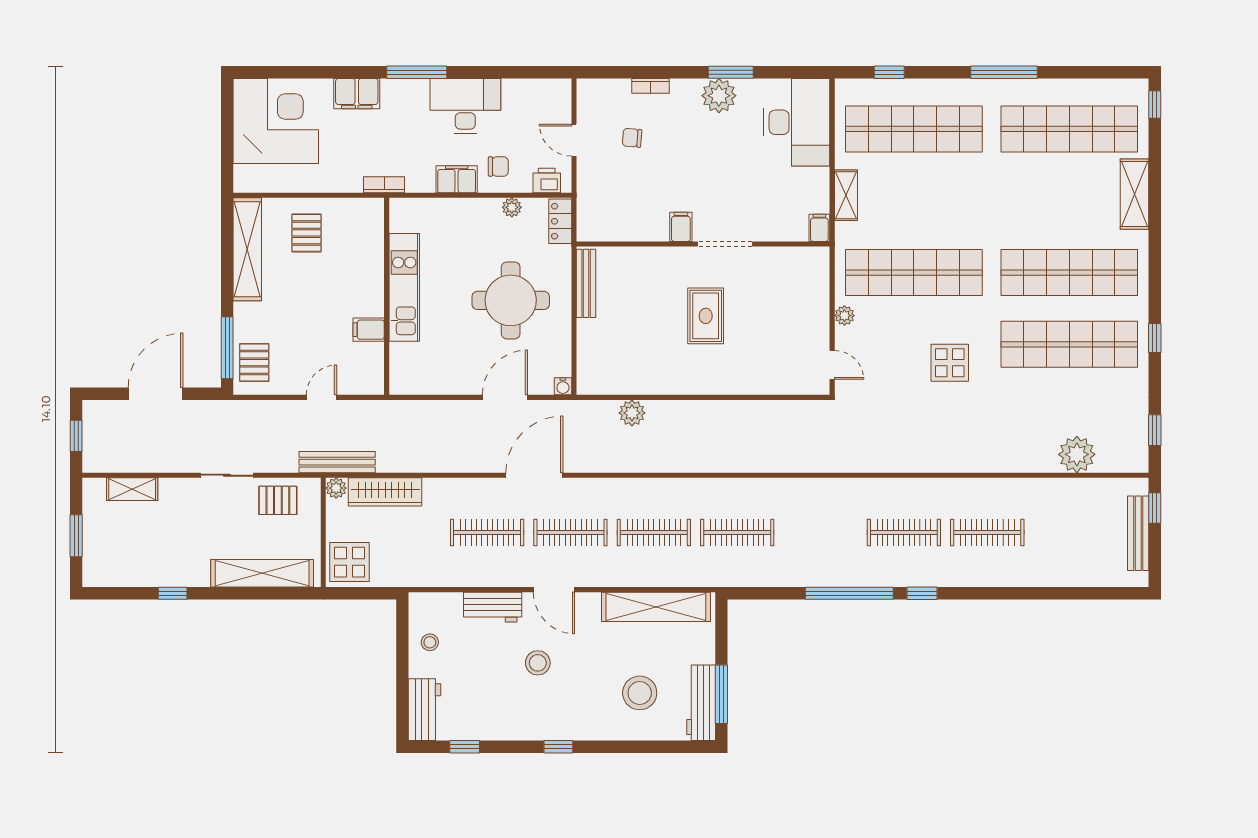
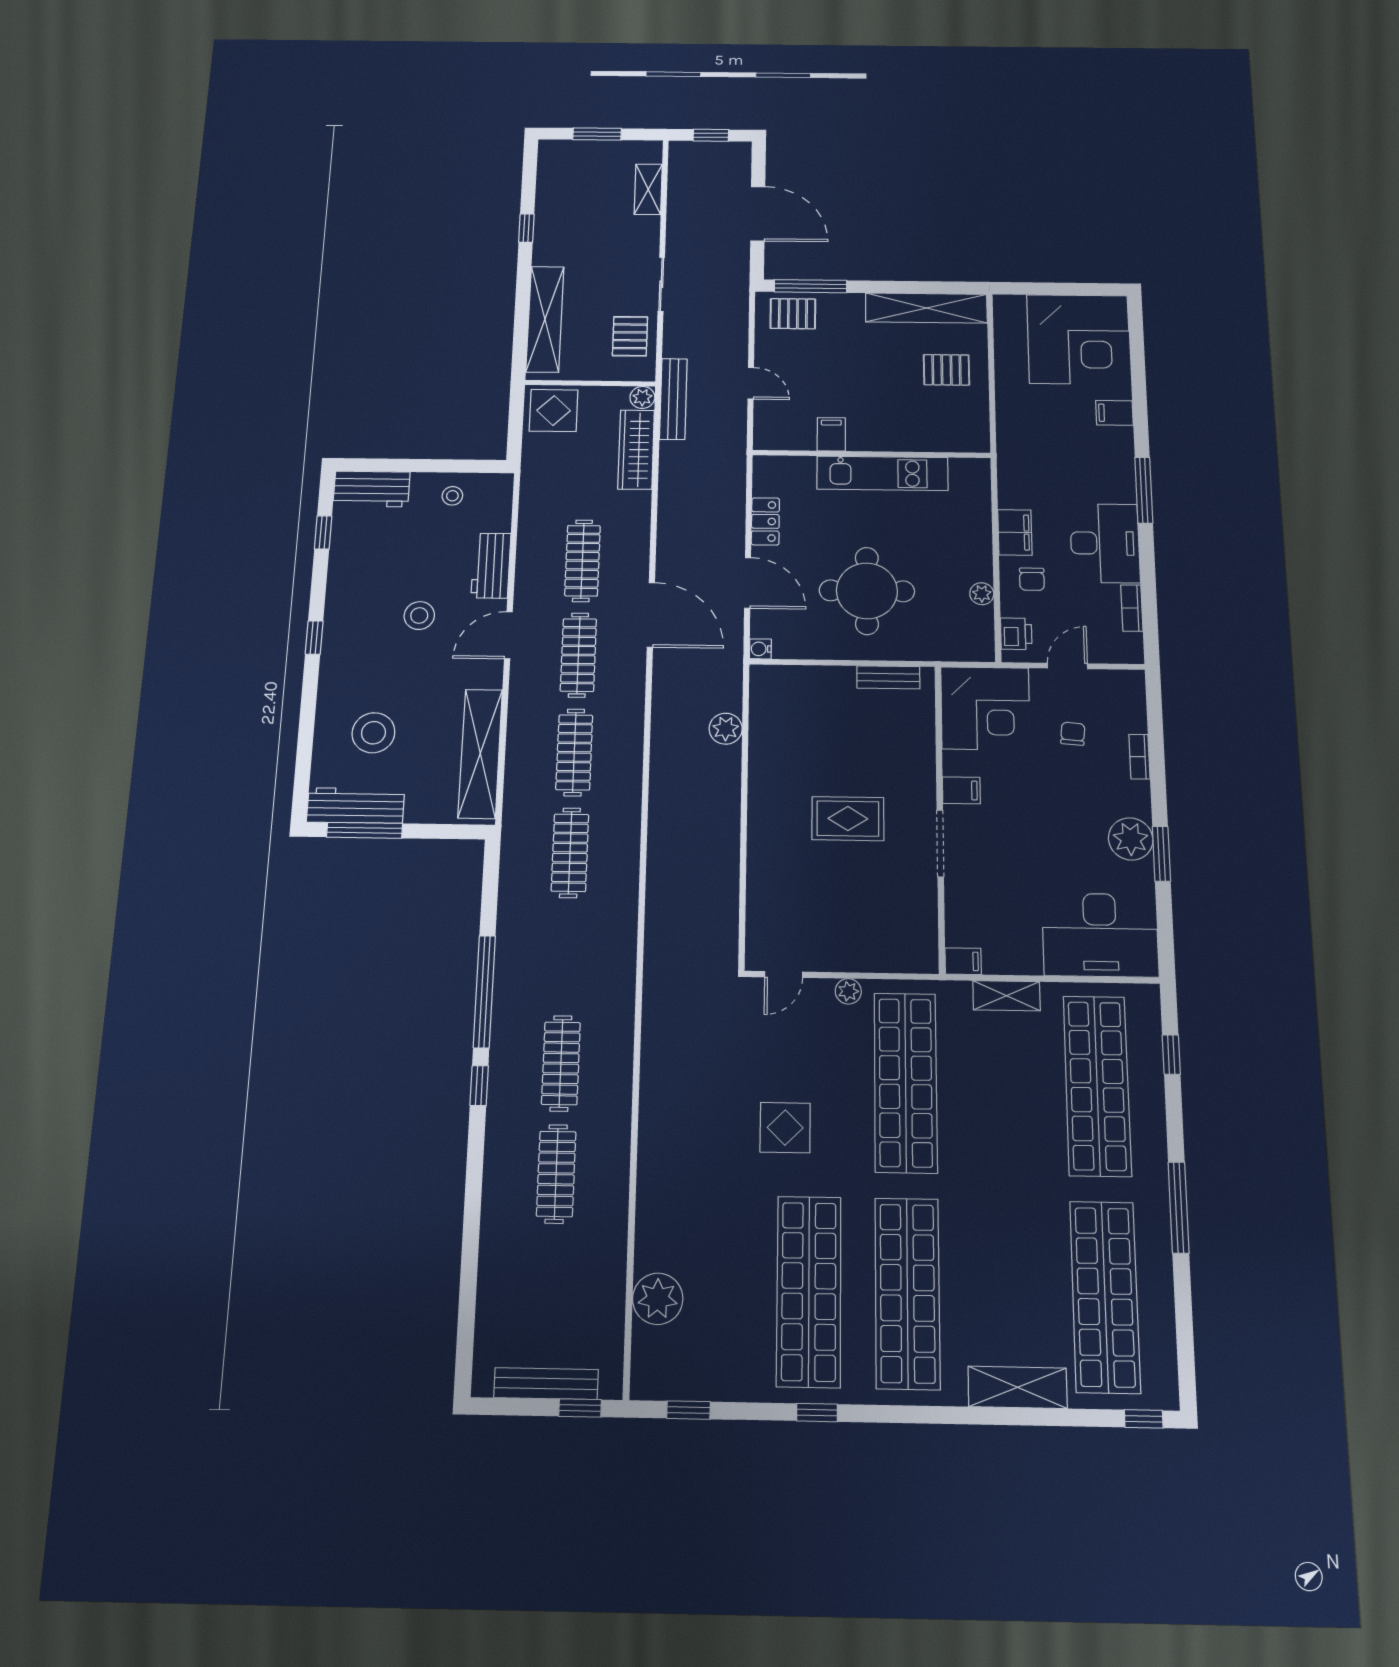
filing cabinet: (357, 94) -> (1114, 413), width x0.50
bookcase: (384, 185) -> (1132, 608), moved, turned 180
corner desk: (611, 206) -> (985, 708), added
locker: (560, 221) -> (765, 521), moved, turned 90
bench: (586, 283) -> (888, 677), width x0.73

